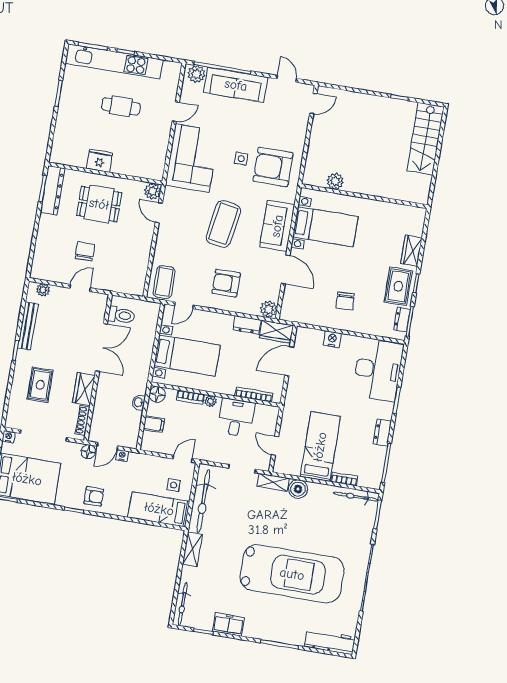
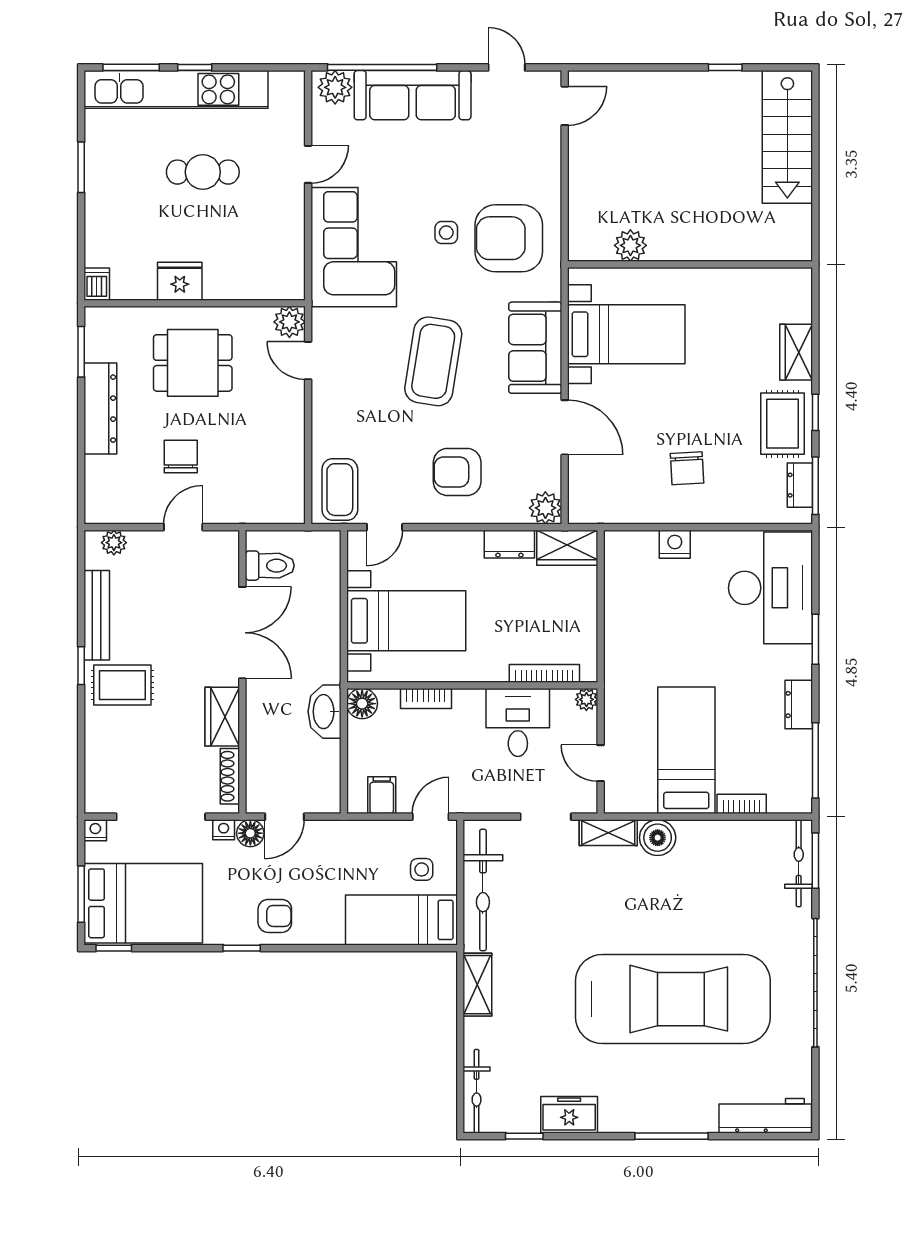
dishwasher: (56, 155) -> (97, 284), added
dresser: (52, 190) -> (100, 409), moved
door: (289, 361) -> (601, 599), removed
rug: (40, 385) -> (122, 685), moved, turned 90
plant: (211, 401) -> (586, 699), moved
washbasin: (139, 402) -> (325, 712), width x1.91, depth x1.45
filing cabinet: (154, 424) -> (382, 795), moved, turned -90
nightstand: (122, 455) -> (224, 830), moved
bicycle: (356, 497) -> (799, 863), moved, turned 90

